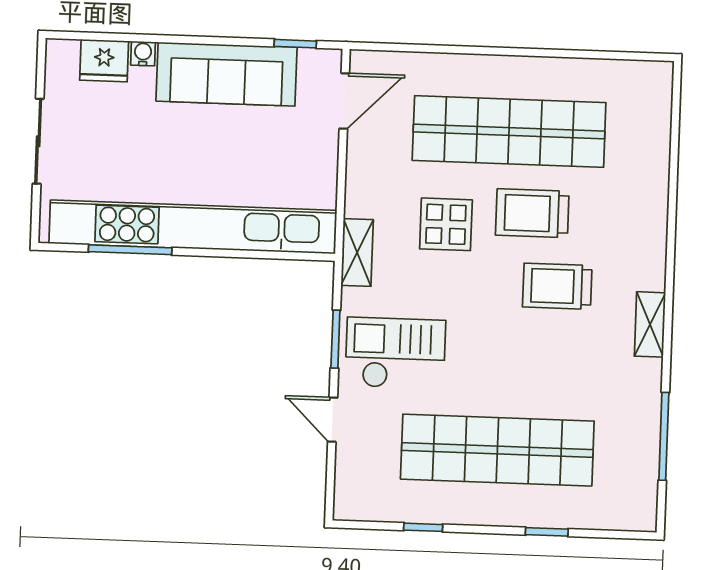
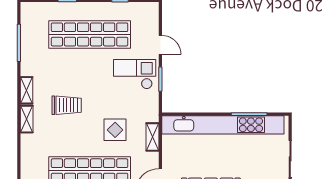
trolley: (532, 213) -> (78, 136), removed
shelving: (357, 252) -> (152, 137), moved
shelving: (652, 257) -> (27, 119), added
checkout: (395, 353) -> (135, 74), turned 180

